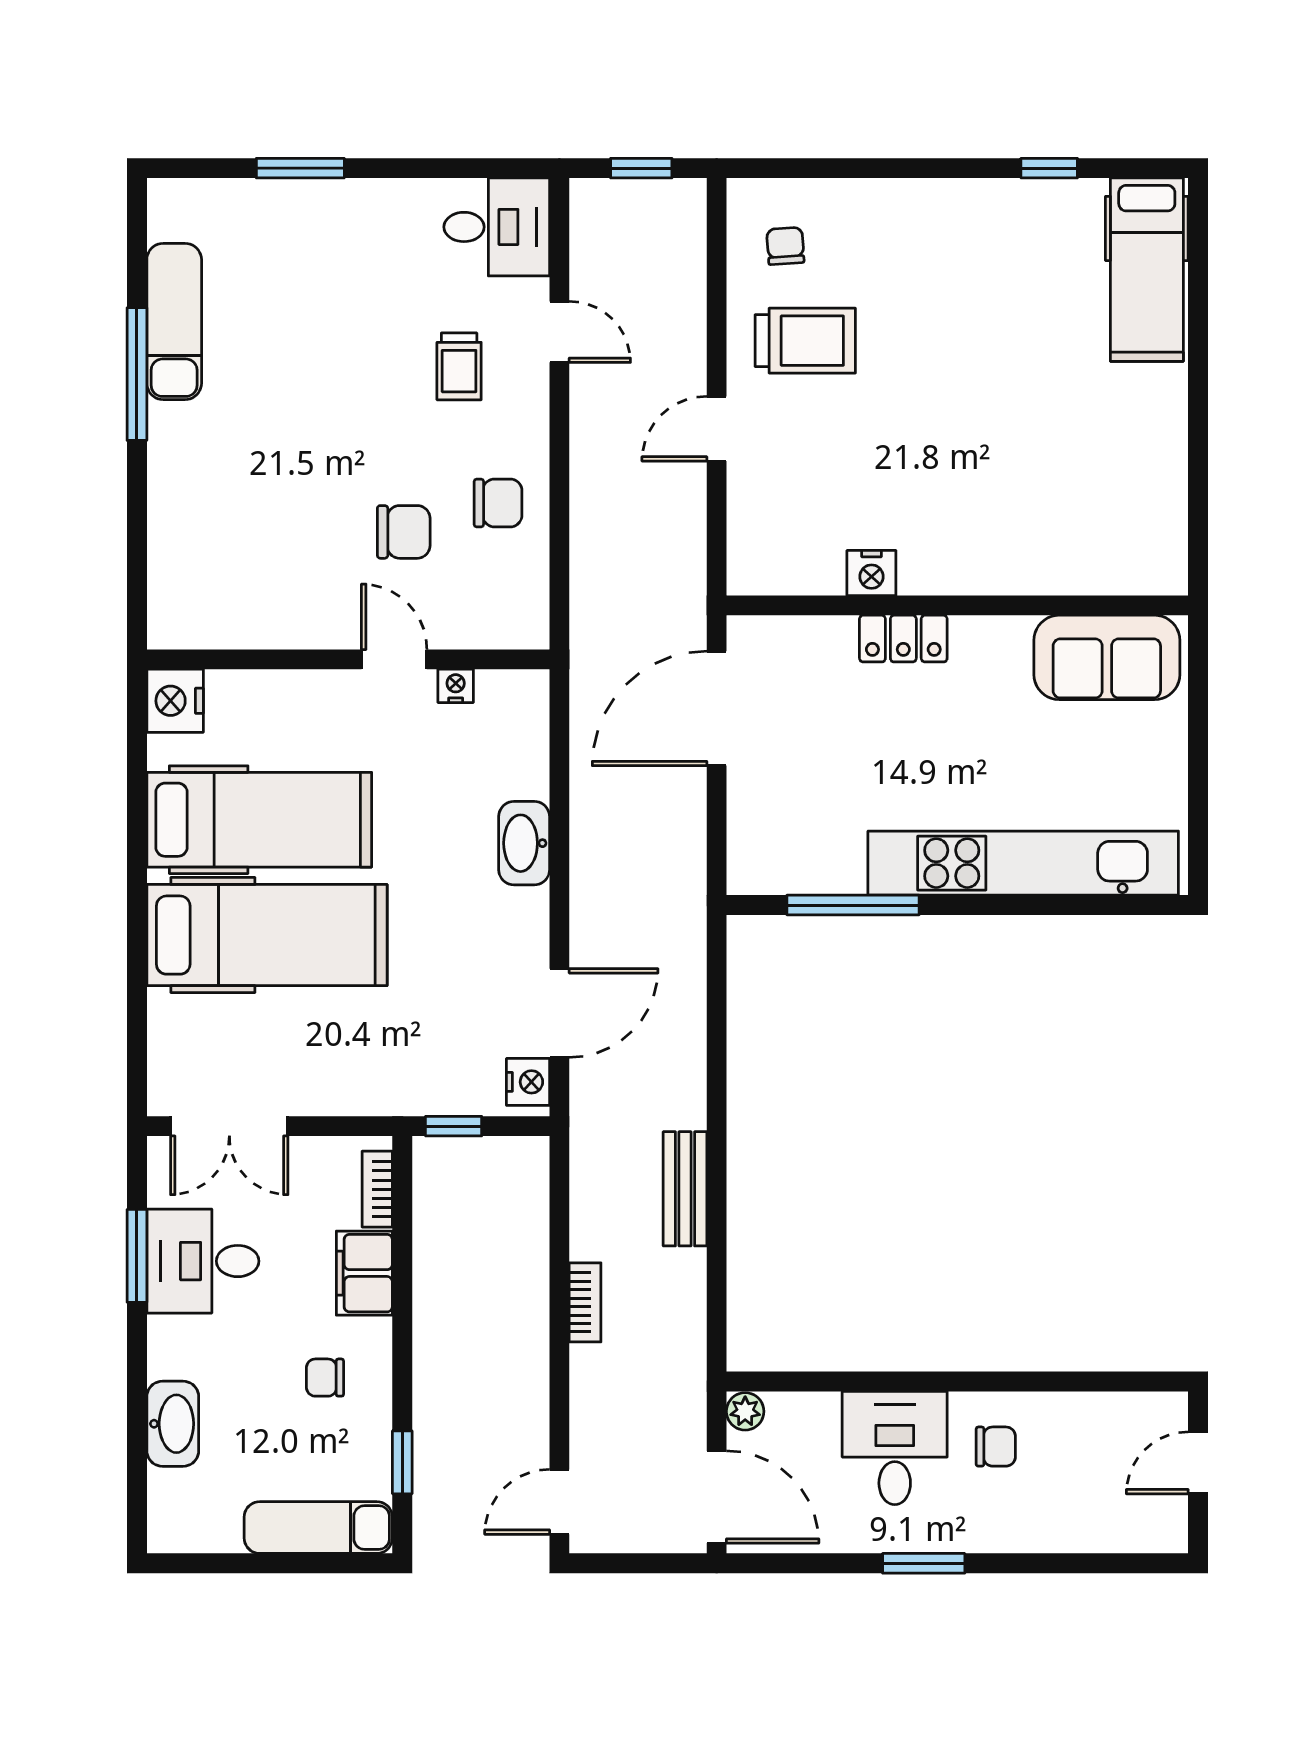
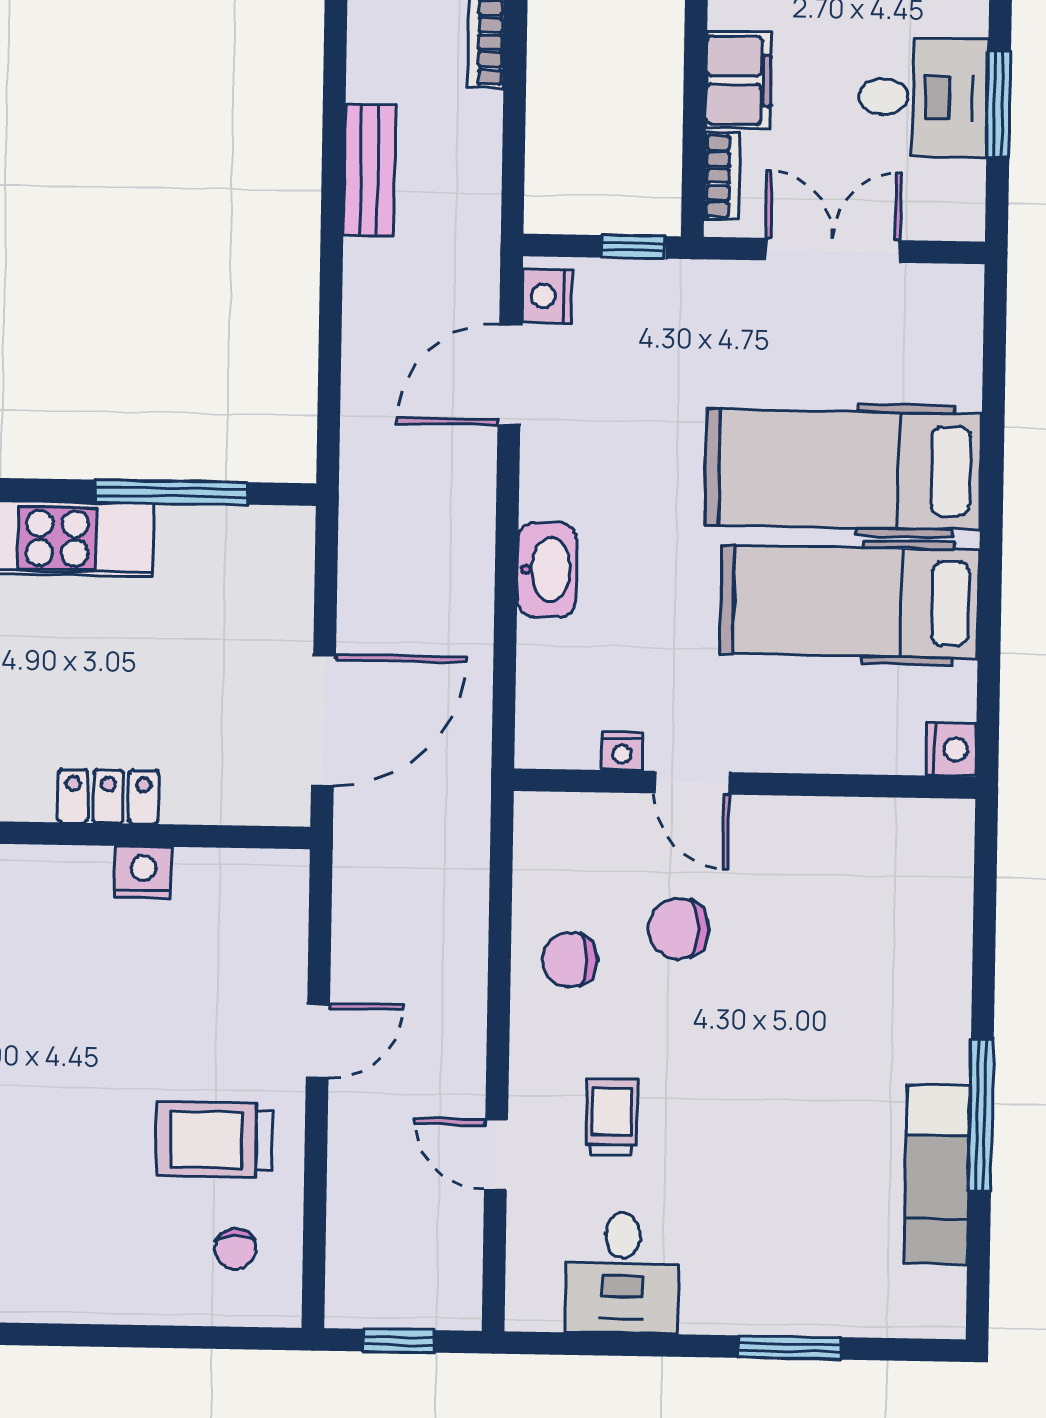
desk: (497, 227) -> (622, 1273), moved, turned -90
nightstand: (175, 701) -> (952, 750), width x0.74, depth x0.75
double door: (229, 1126) -> (833, 250), moved

